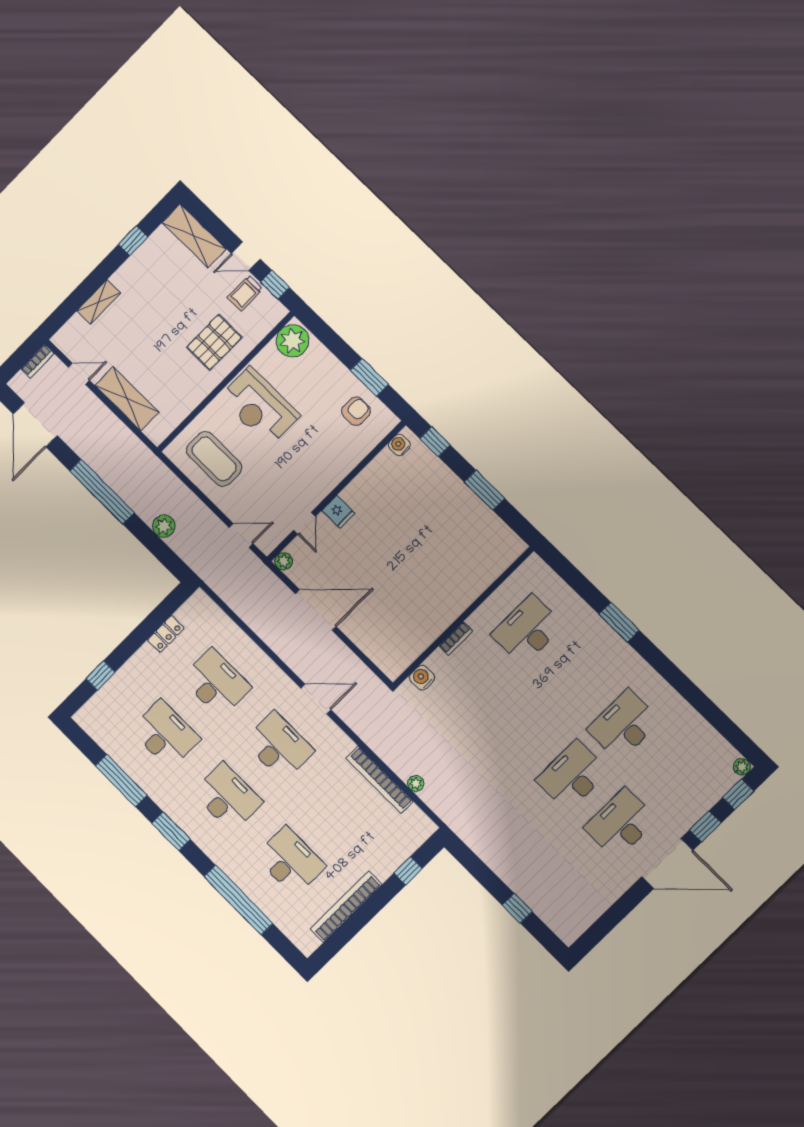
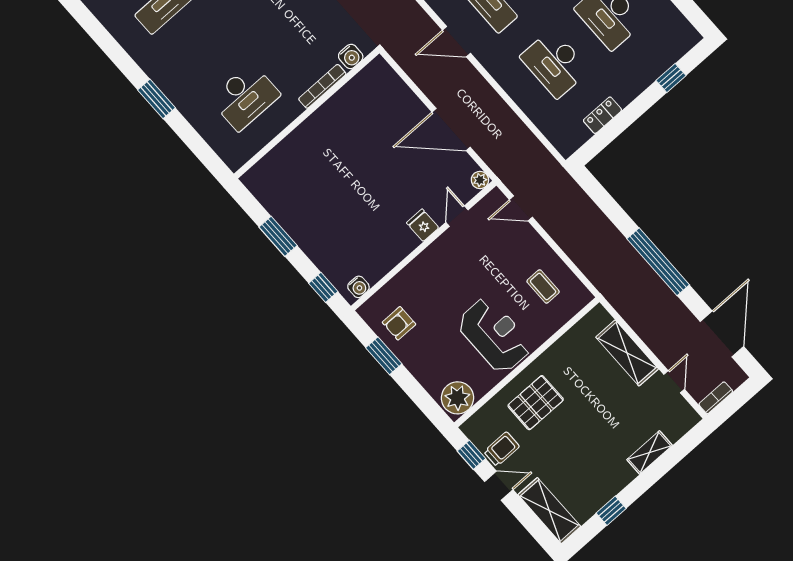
door: (79, 374) -> (674, 382), swing flipped
coffee table: (214, 459) -> (543, 286), width x0.54, depth x0.58
plant: (164, 526) -> (598, 223), removed
bookcase: (456, 639) -> (322, 86), width x1.56

